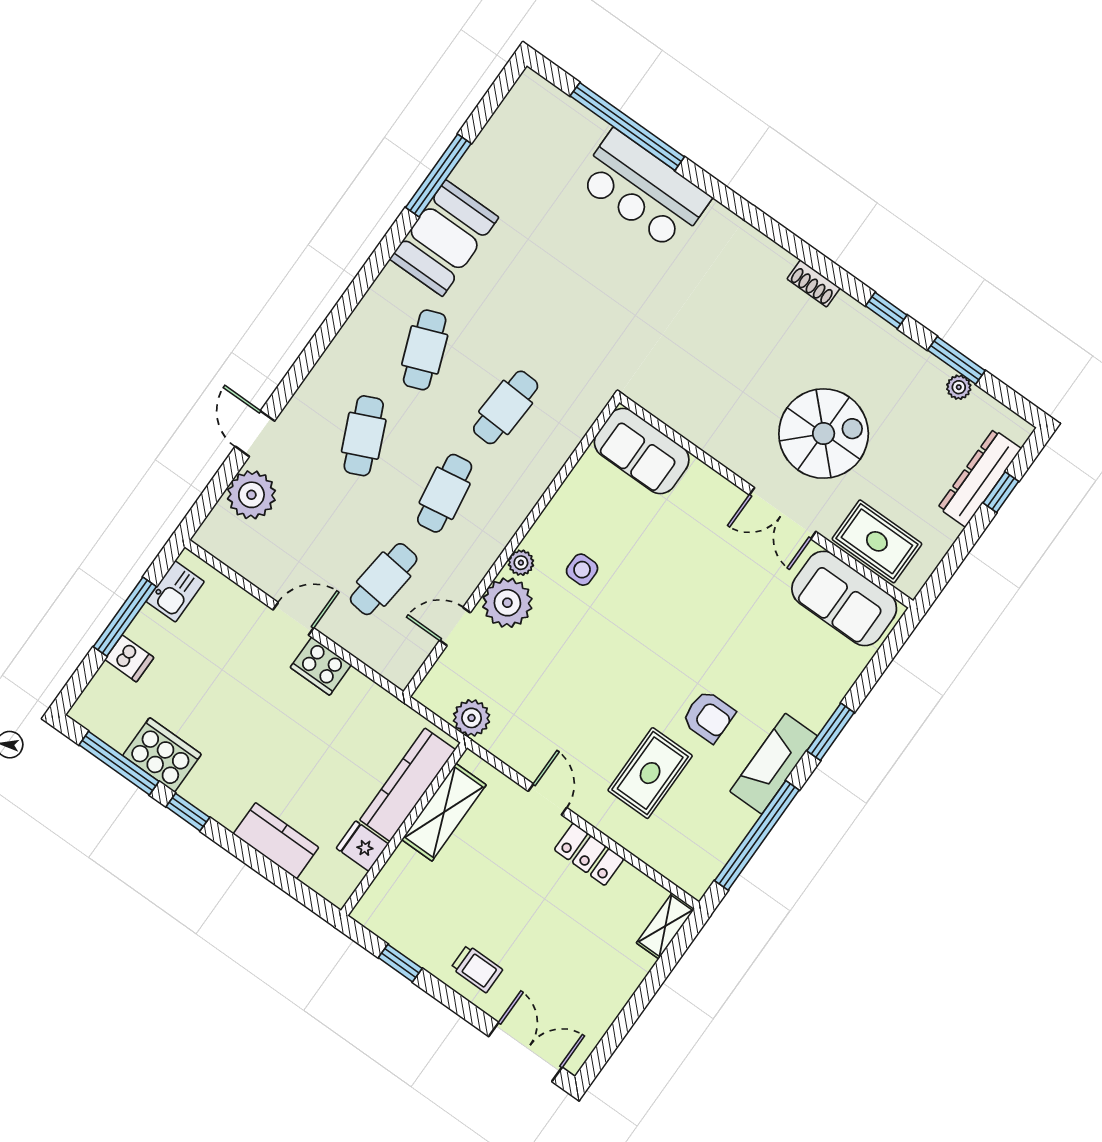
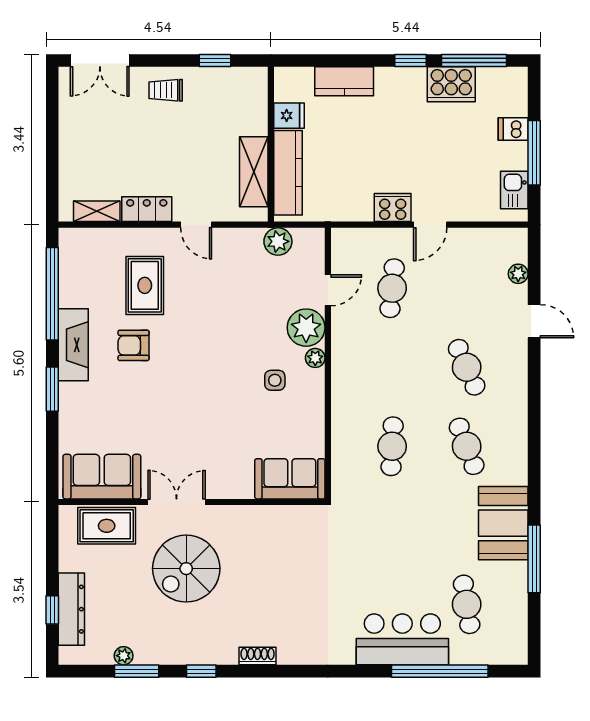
cafe table: (445, 493) -> (467, 604), moved
plant: (251, 495) -> (518, 274), width x0.53, depth x0.53
shelving: (665, 926) -> (97, 211), moved, turned 90

